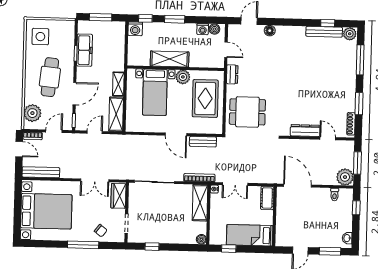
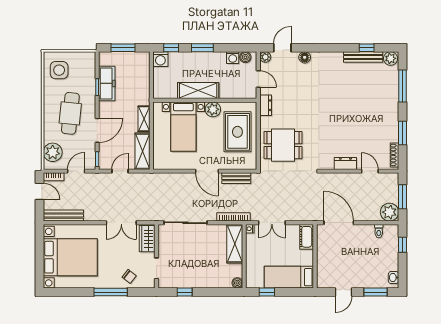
plant: (233, 29) -> (265, 57), added
dresser: (305, 131) -> (345, 163), width x0.70

